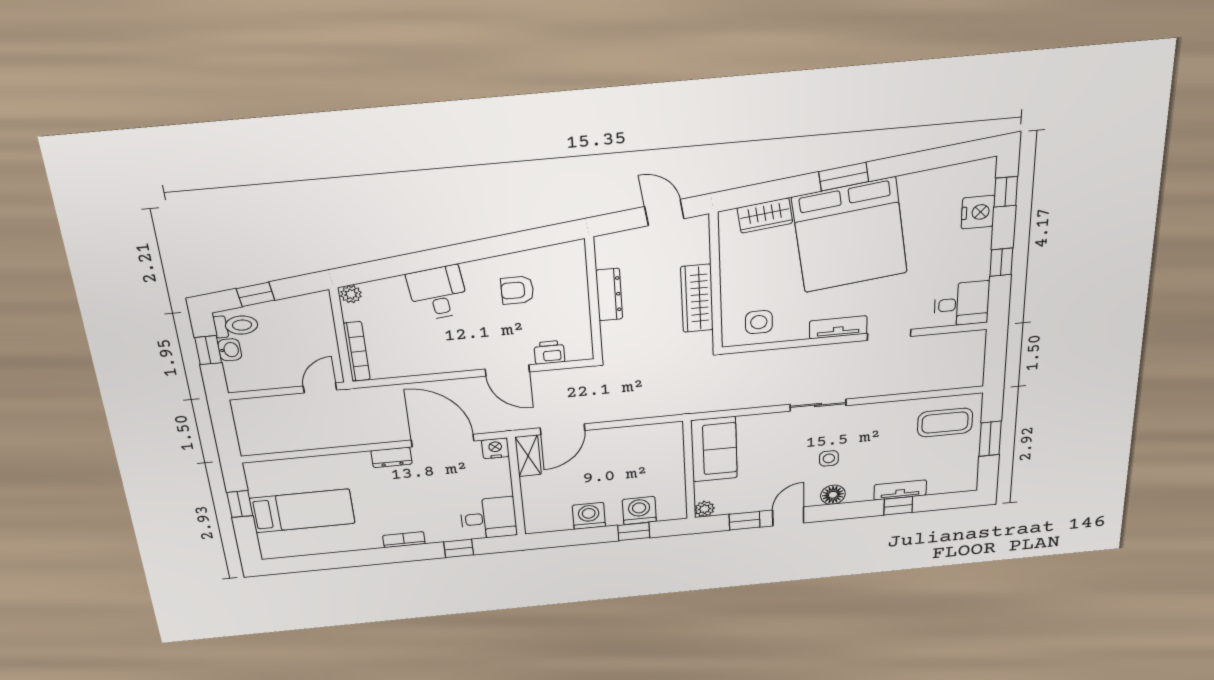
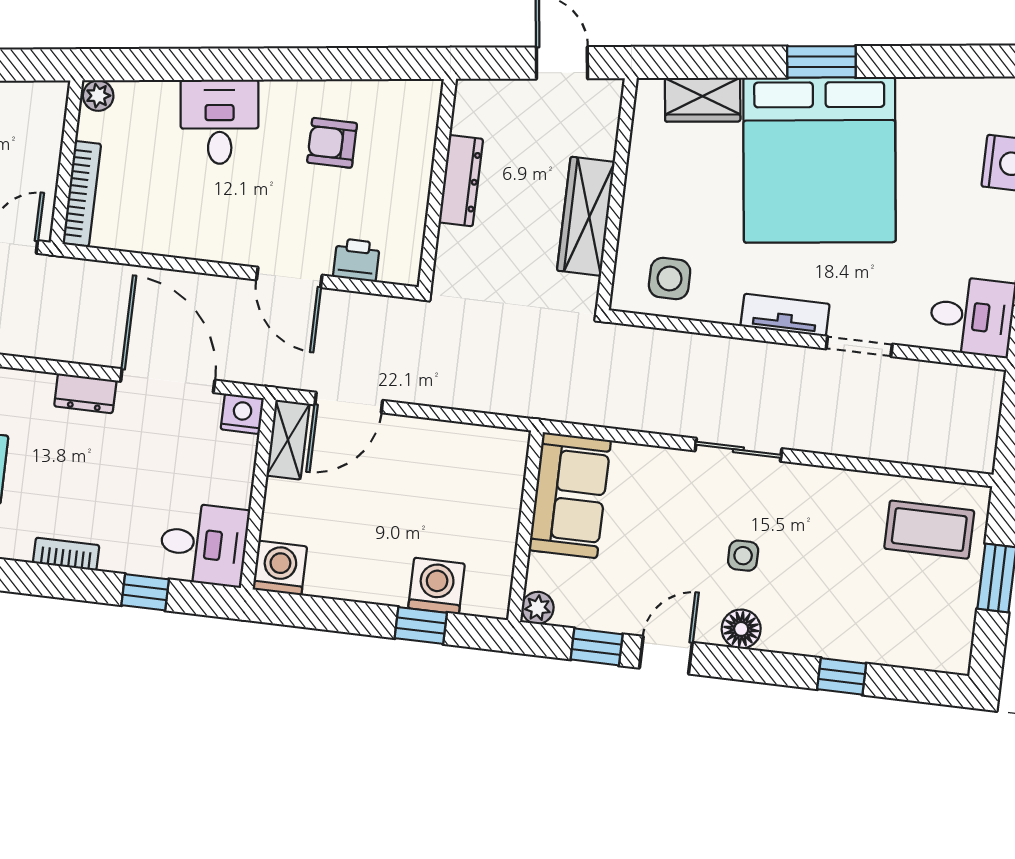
tv unit: (900, 490) -> (848, 645), removed
washing machine: (589, 516) -> (280, 568), moved

